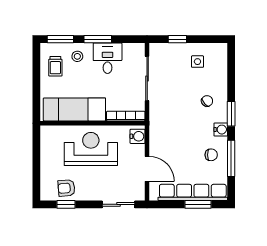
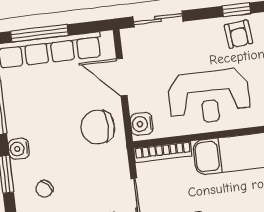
chair: (211, 155) -> (98, 127), moved, width x1.87, depth x1.87
armchair: (66, 188) -> (238, 34), turned 89
window: (198, 204) -> (39, 33), width x1.44

